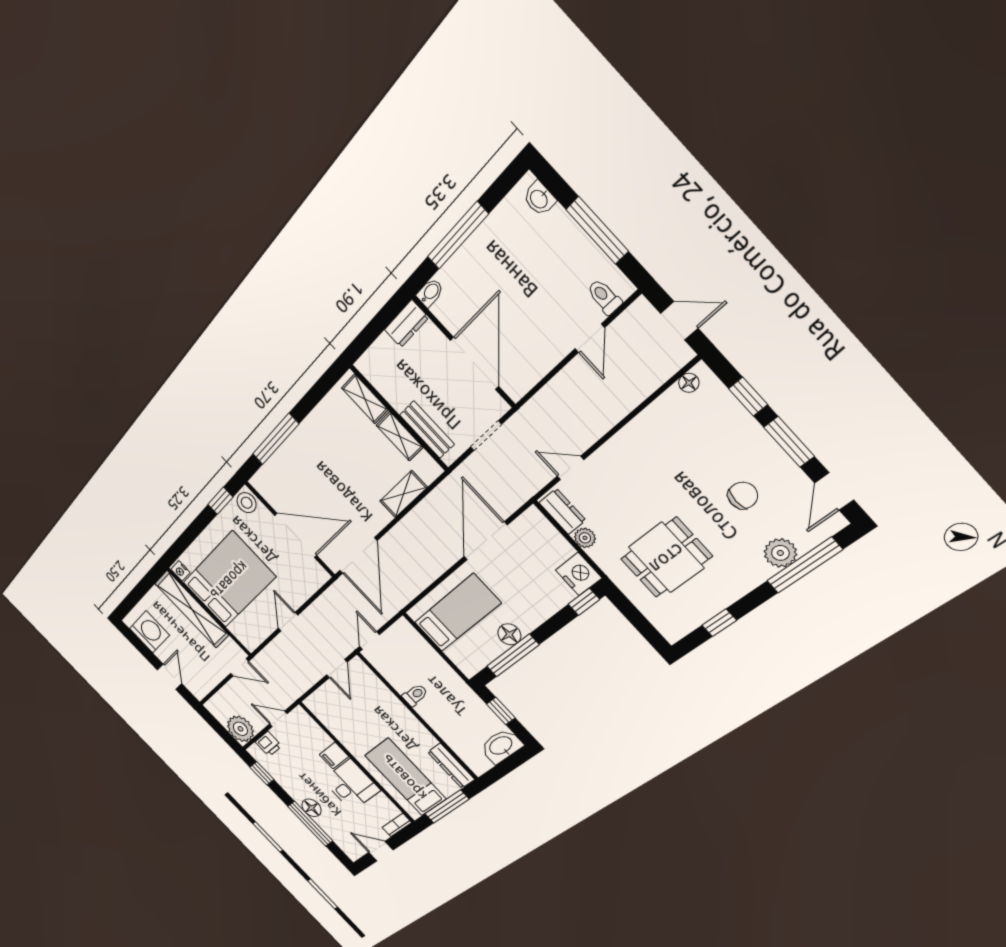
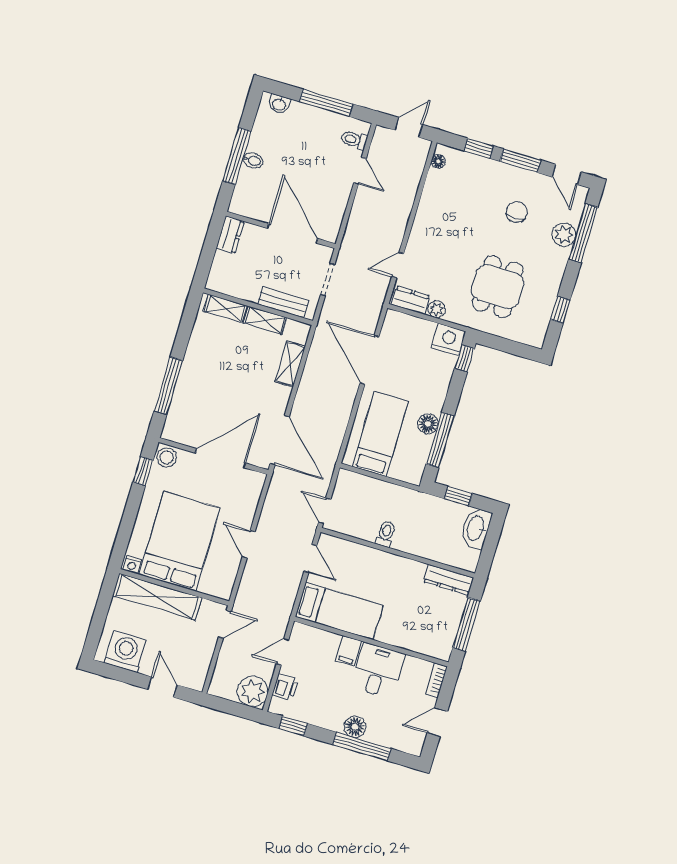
bidet: (430, 293) -> (253, 160), moved, turned 90
bed: (405, 777) -> (339, 611), moved, turned 180

